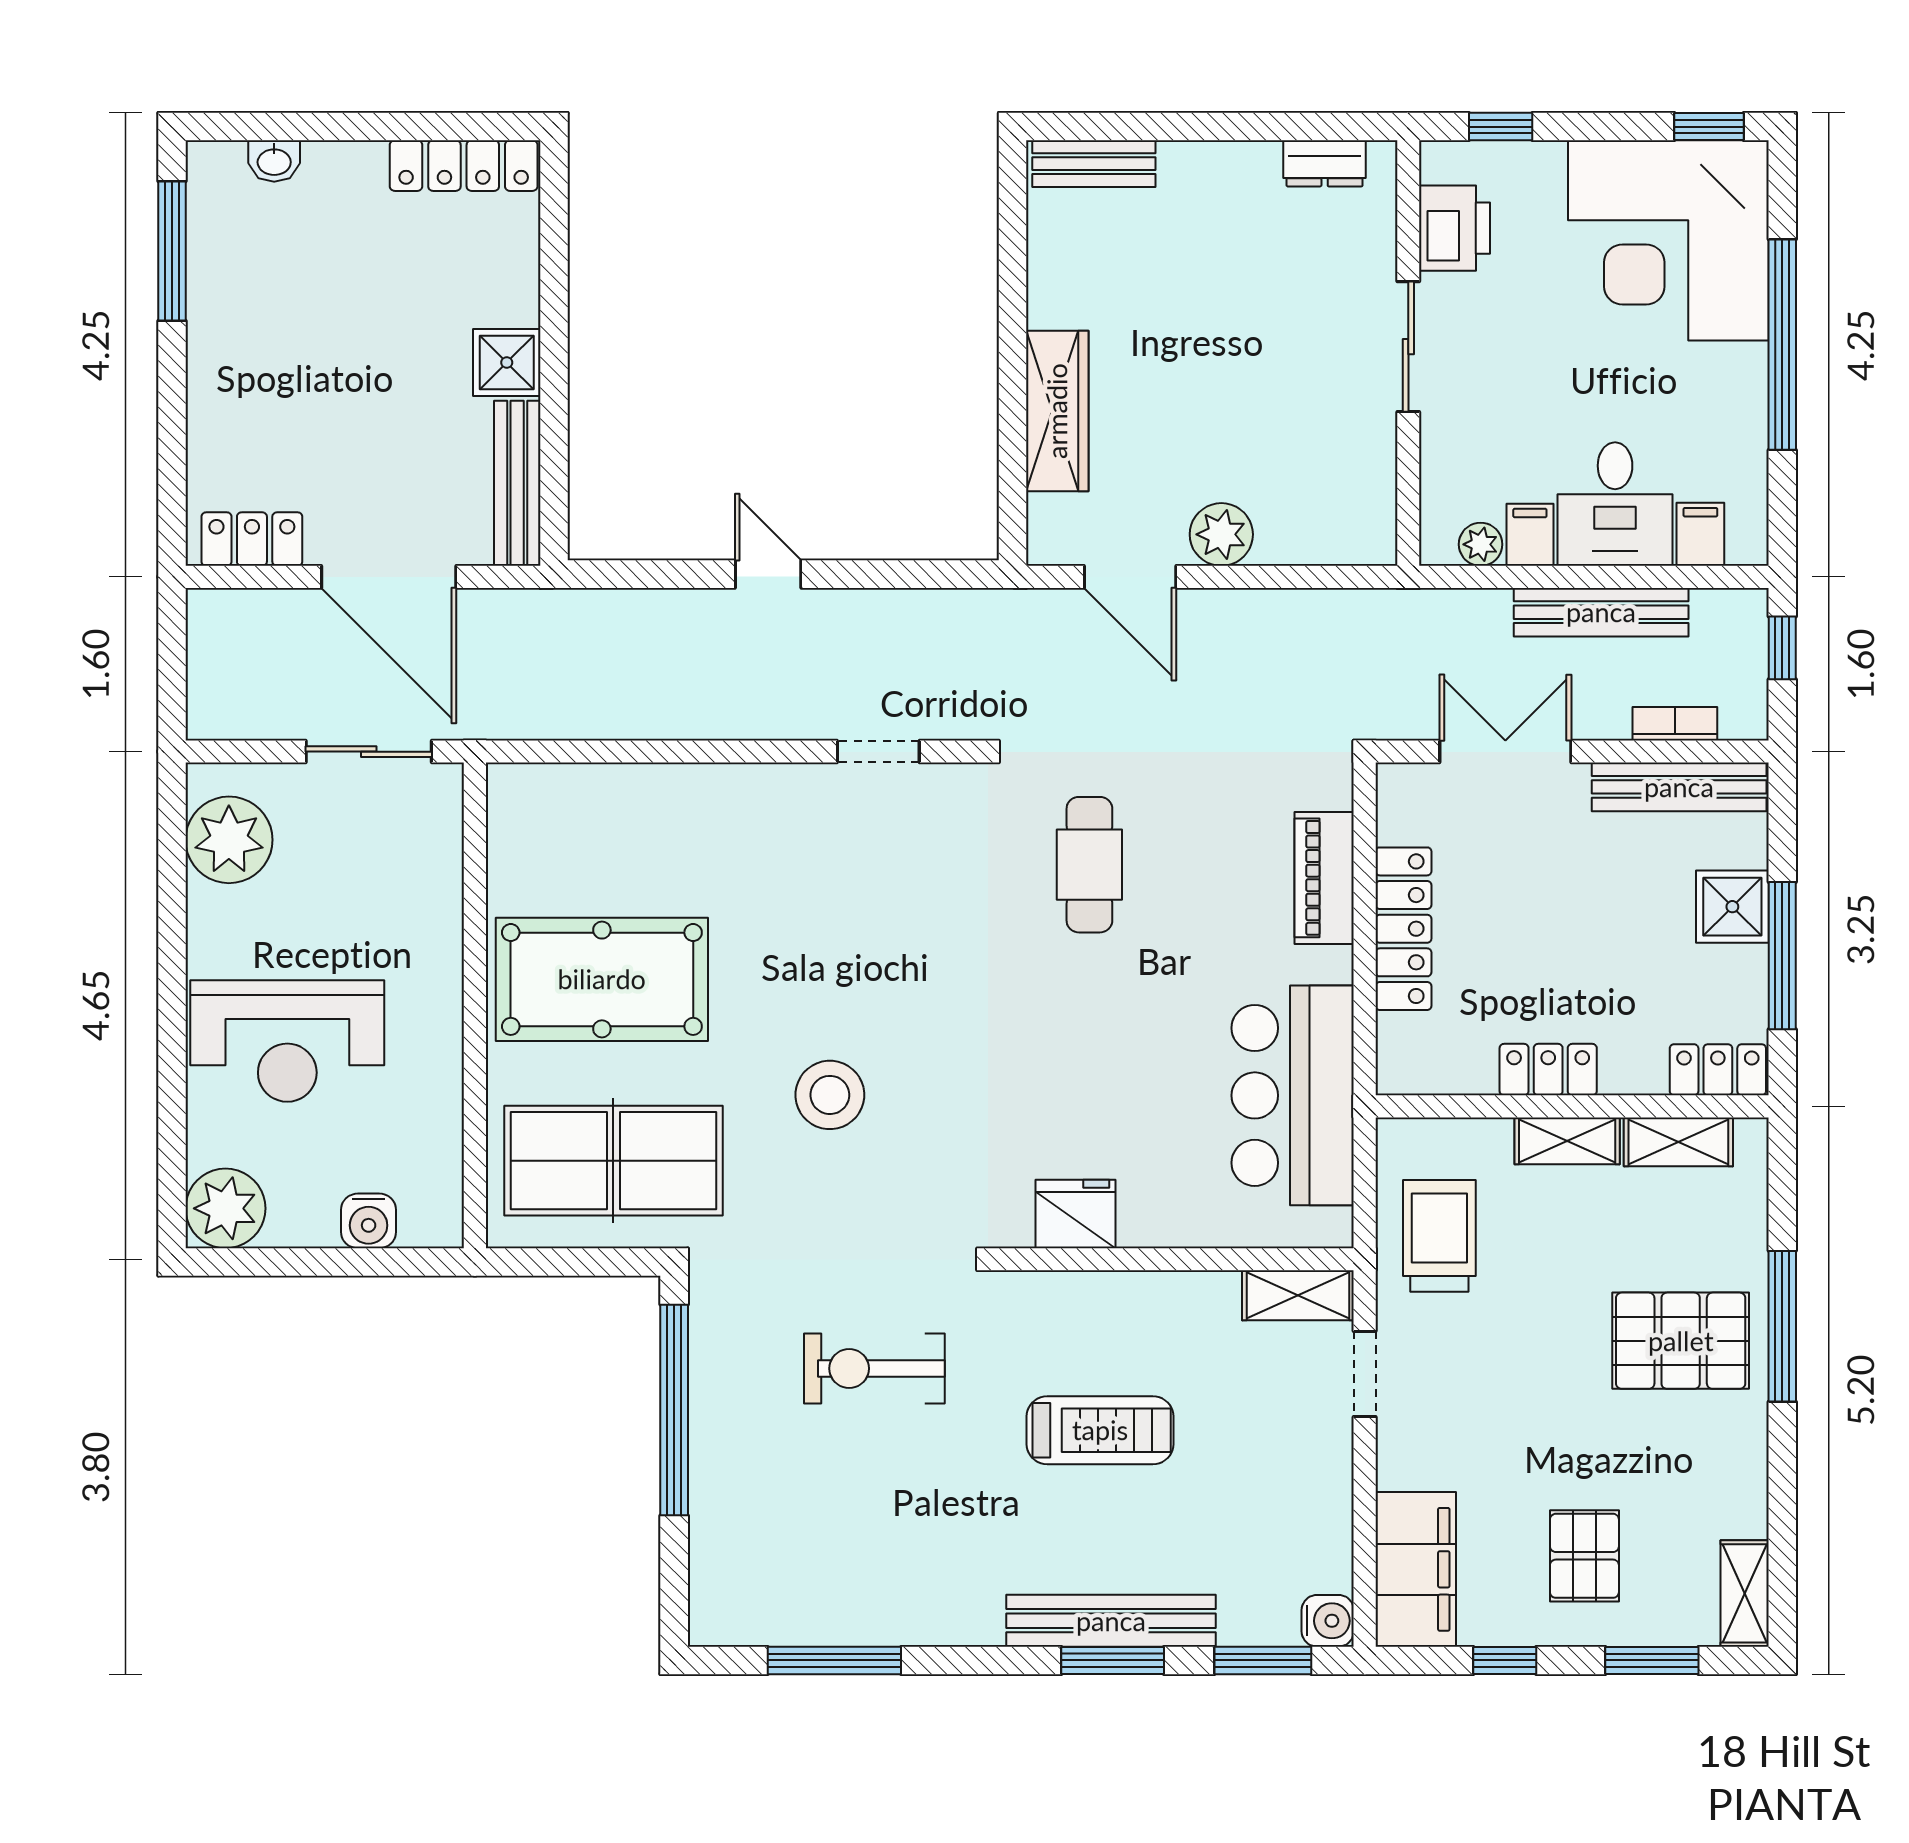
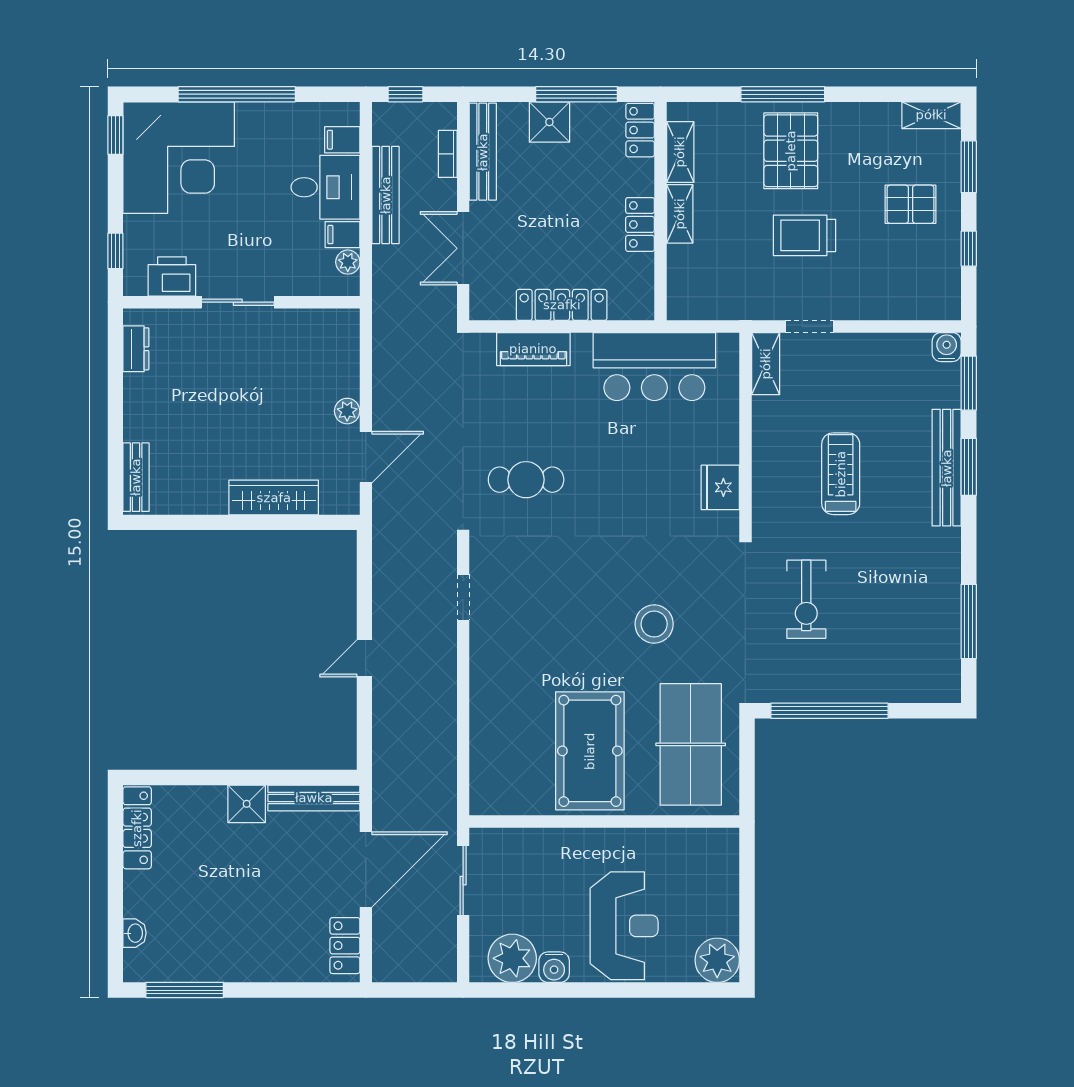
plant: (1221, 534) -> (347, 411), width x0.73, depth x0.73
water cooler: (369, 1221) -> (554, 967), moved, turned 90
trolley: (1439, 1236) -> (804, 235), moved
filing cabinet: (1416, 1569) -> (918, 298), removed

